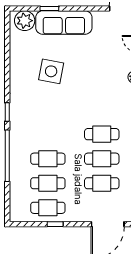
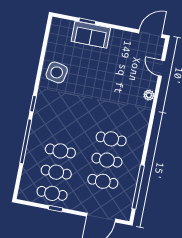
plant: (25, 21) -> (64, 28), removed
sofa: (64, 23) -> (91, 35), width x0.73
side table: (51, 71) -> (57, 72), moved

